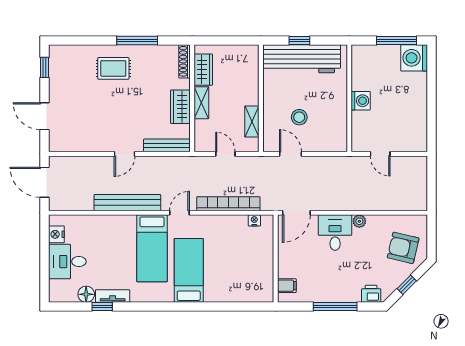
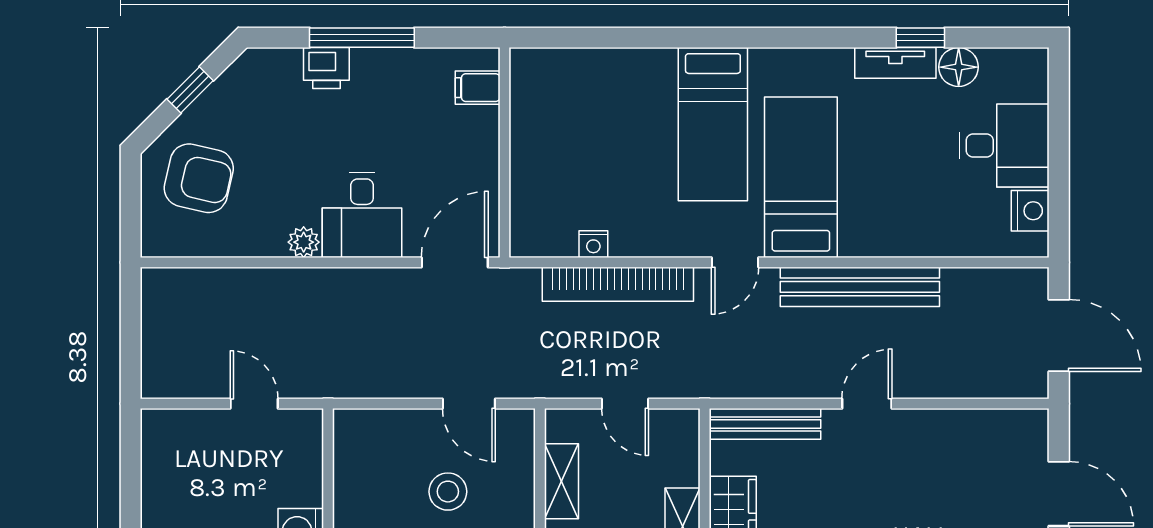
nightstand: (254, 220) -> (593, 244), moved
printer: (371, 294) -> (326, 68), moved

